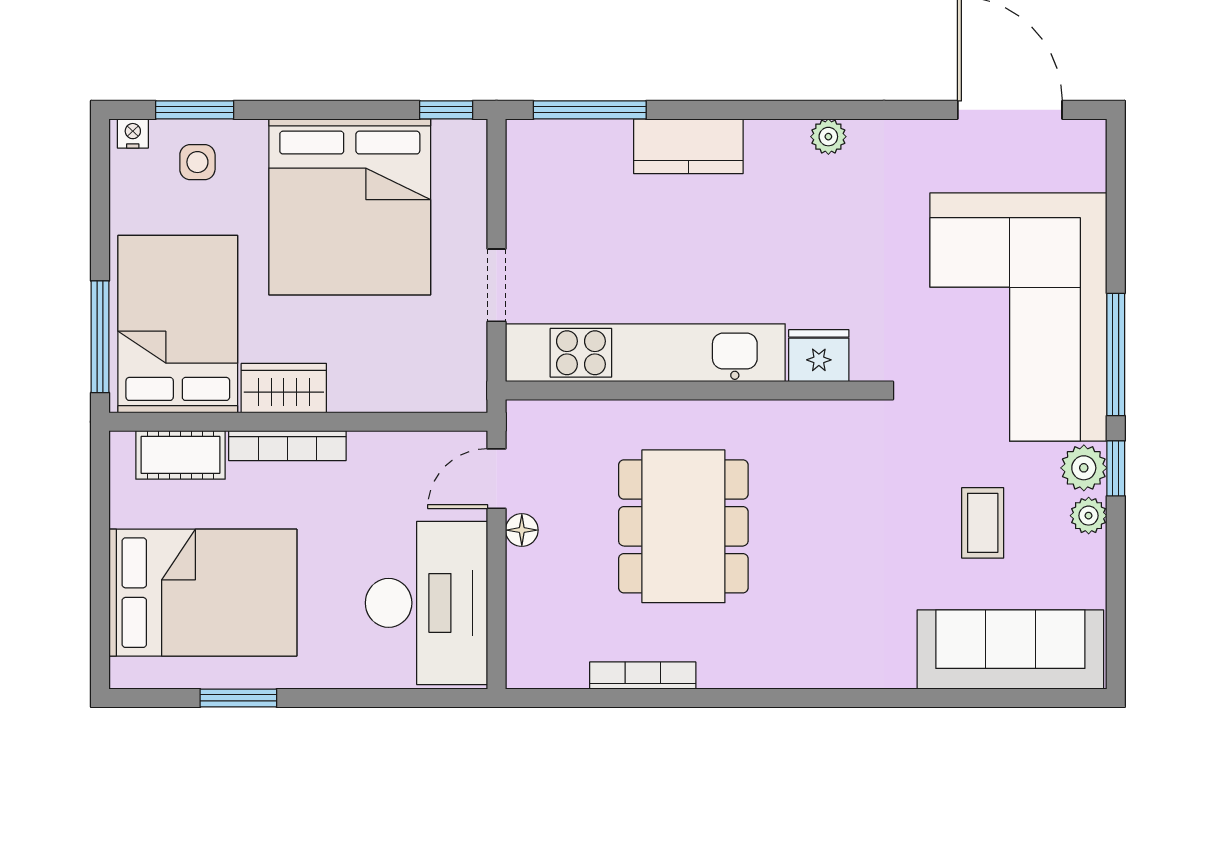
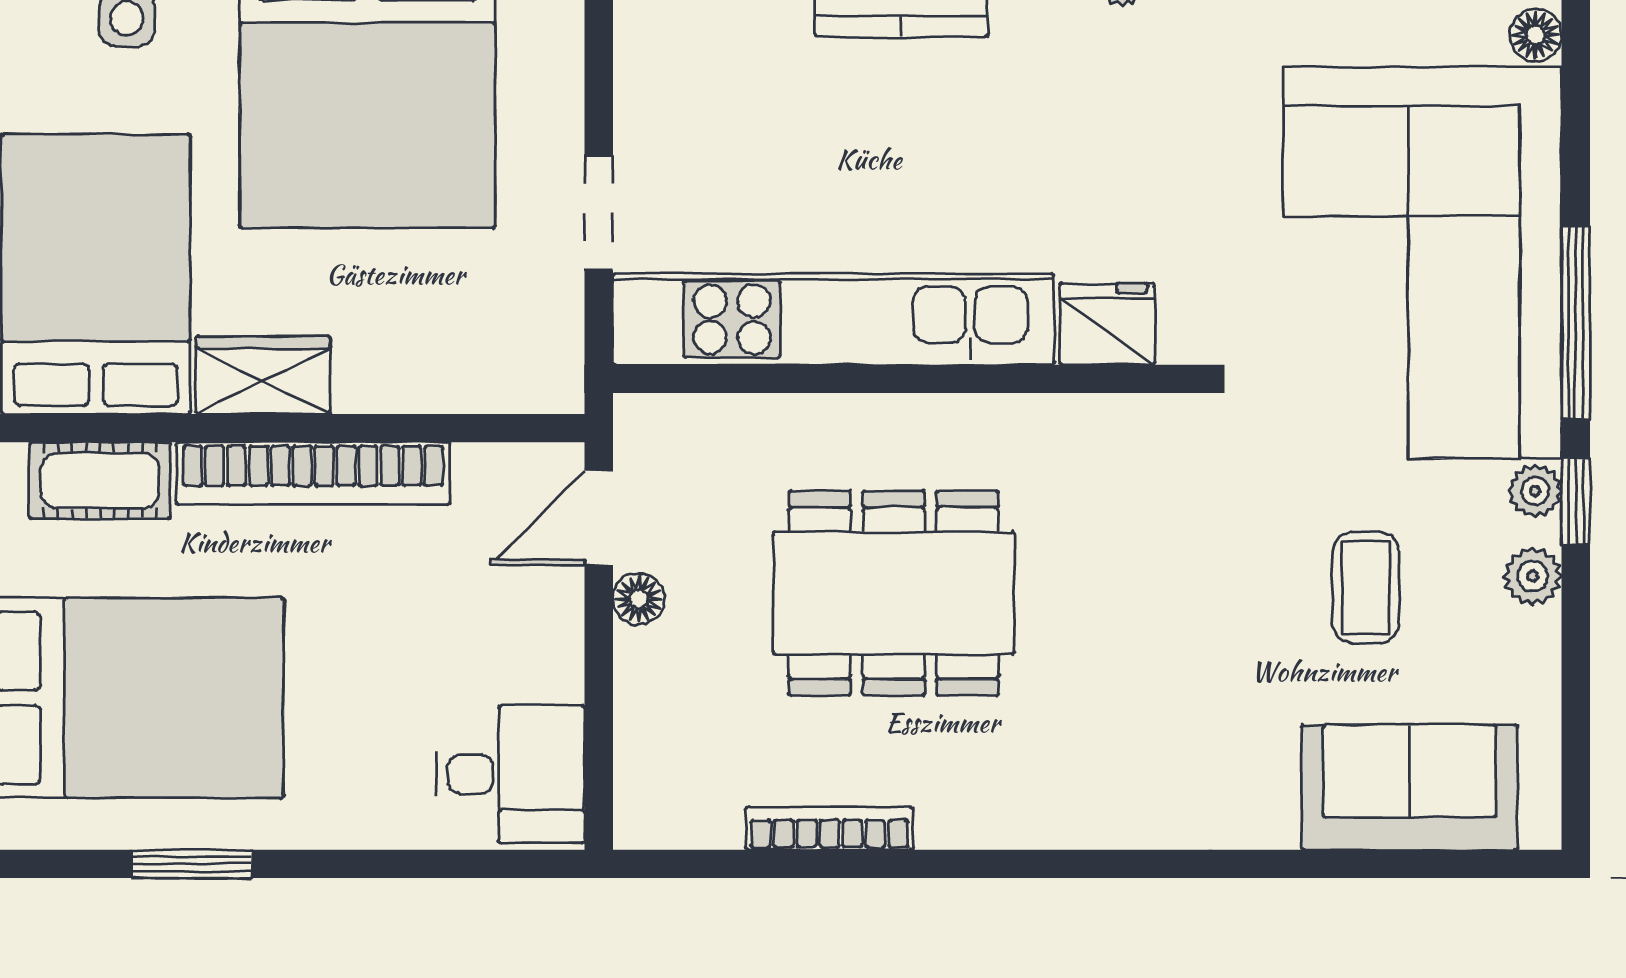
floor lamp: (1090, 173) -> (1535, 35), added
bookcase: (287, 446) -> (313, 473), width x1.48, depth x1.31
plant: (1084, 468) -> (1535, 491), width x0.73, depth x0.73
dining table: (683, 526) -> (894, 593), turned 90
desk: (426, 603) -> (510, 774), width x0.53, depth x0.77
sofa: (1010, 649) -> (1410, 787), width x0.73

